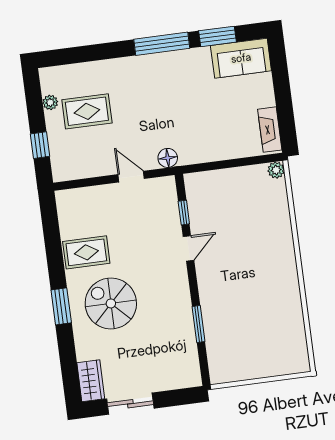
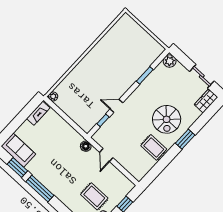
plant: (190, 376) -> (170, 61), added

